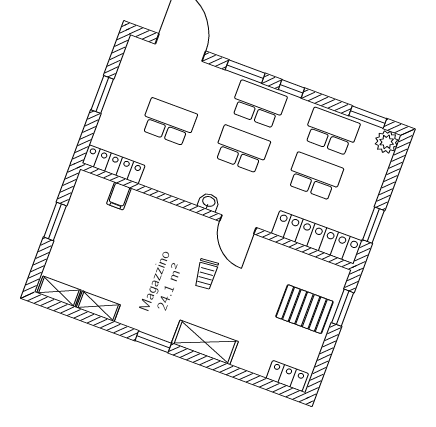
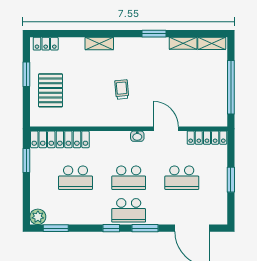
school desk: (331, 132) -> (75, 210), removed
filing cabinet: (119, 196) -> (196, 119), removed
window: (55, 221) -> (231, 87), width x2.11
door: (238, 224) -> (166, 129), moved
window: (343, 308) -> (26, 74), moved
pallet: (304, 309) -> (51, 90), turned 90
window: (153, 342) -> (154, 34), moved
shelving: (205, 342) -> (99, 43), width x0.67, depth x0.75

